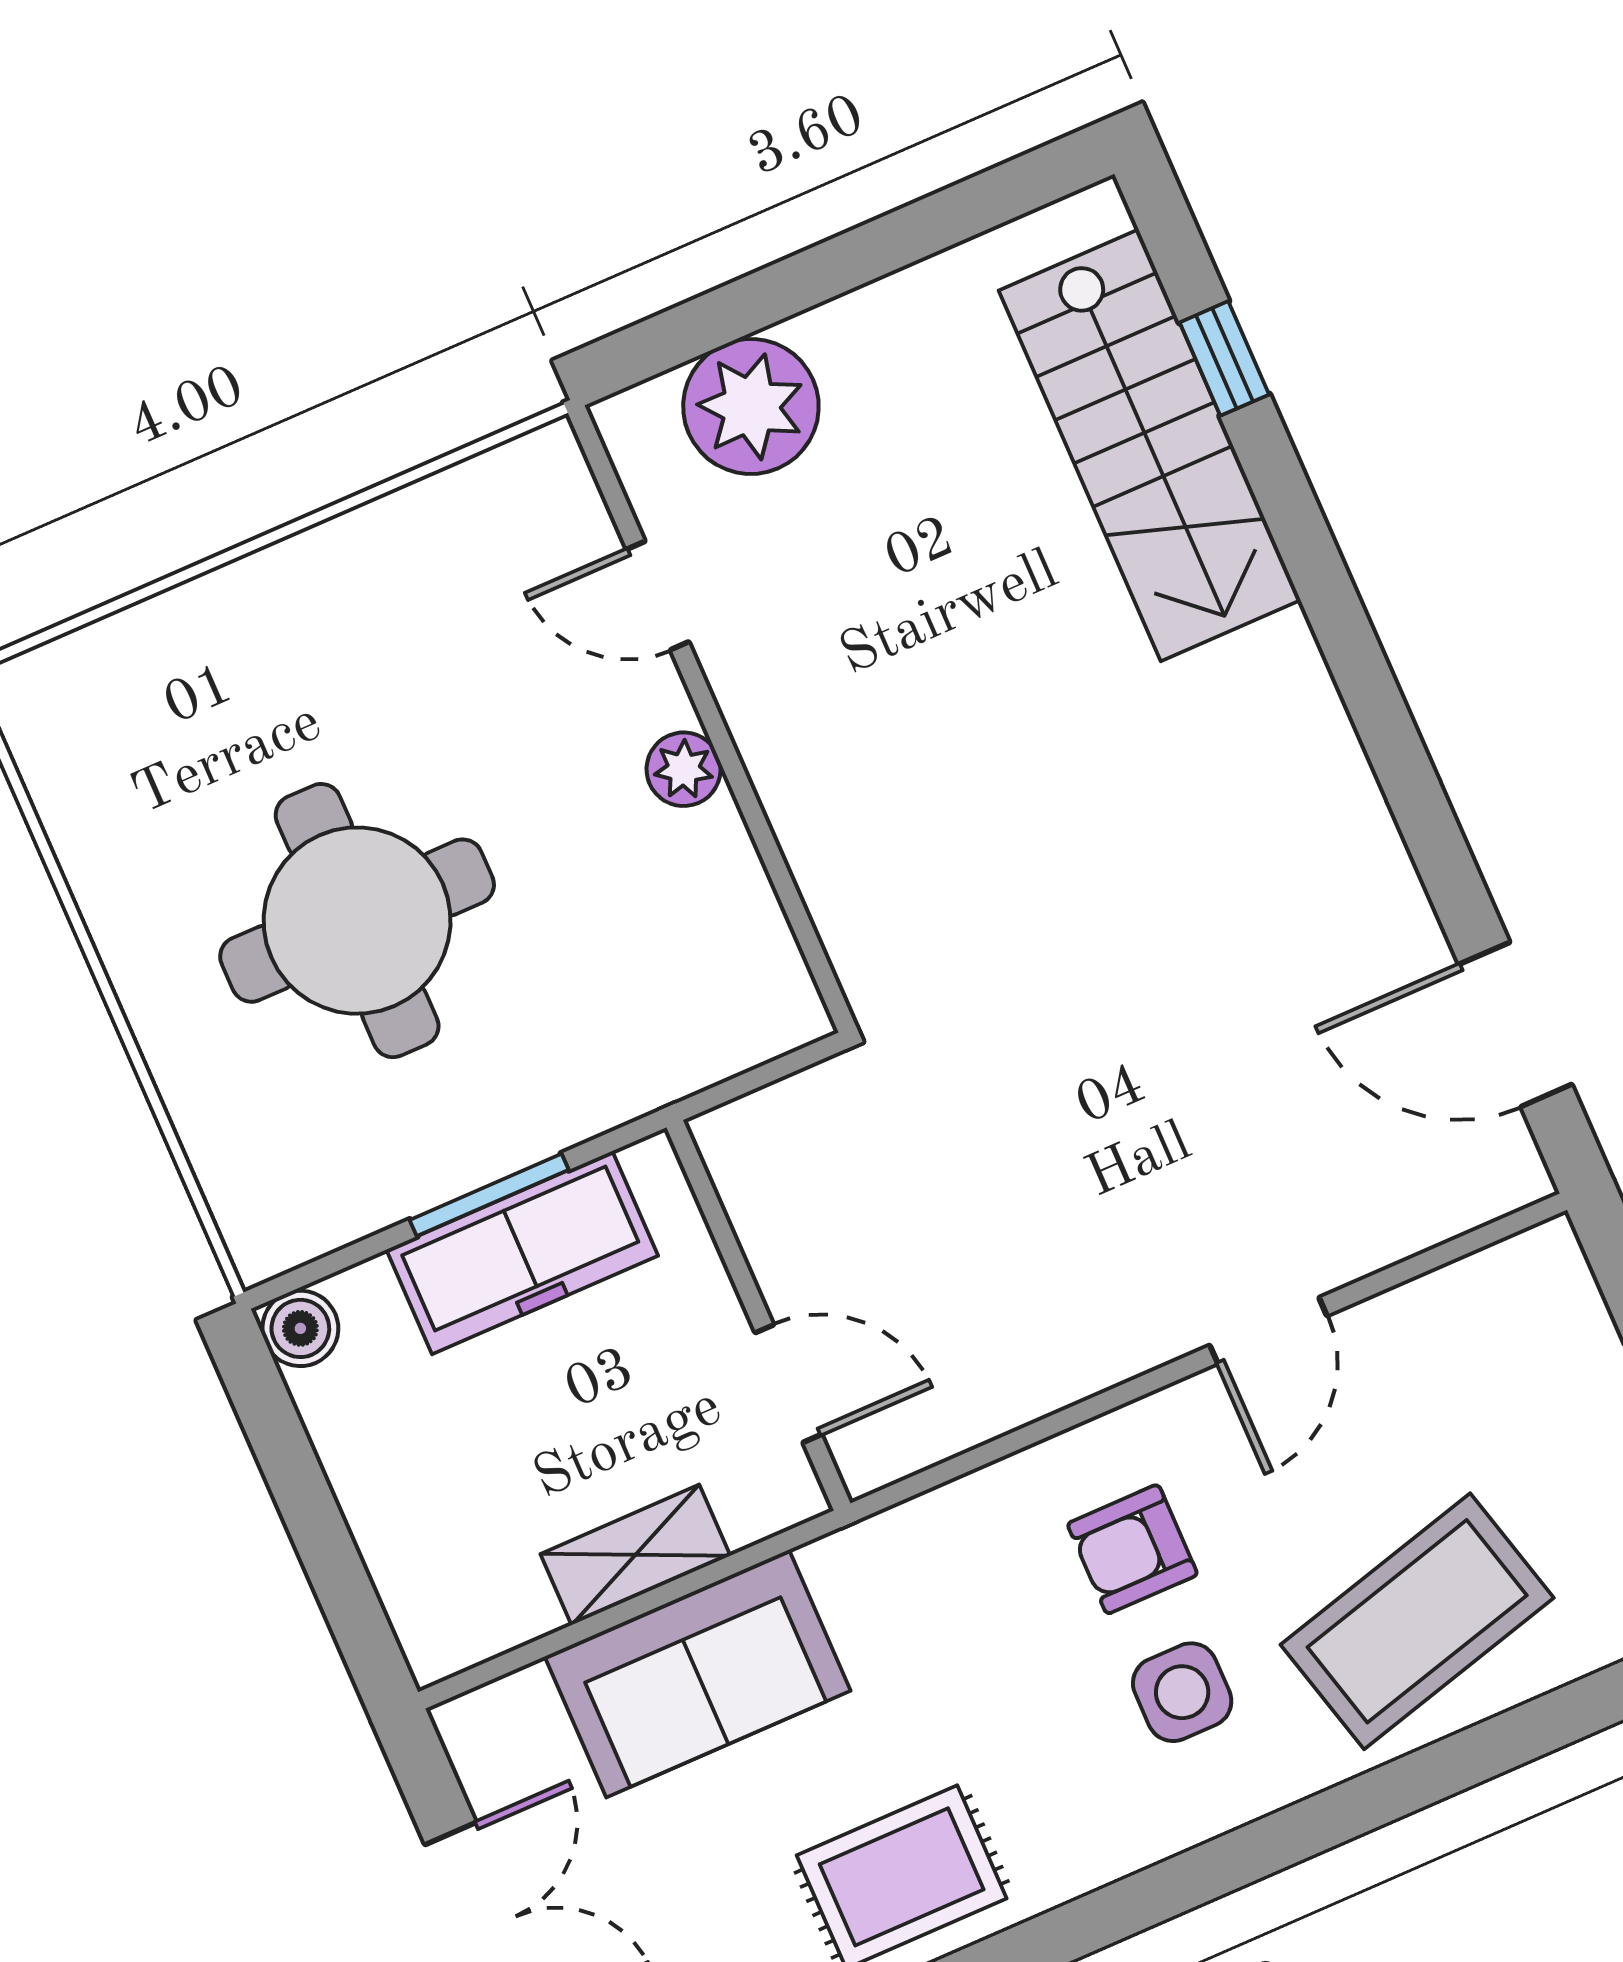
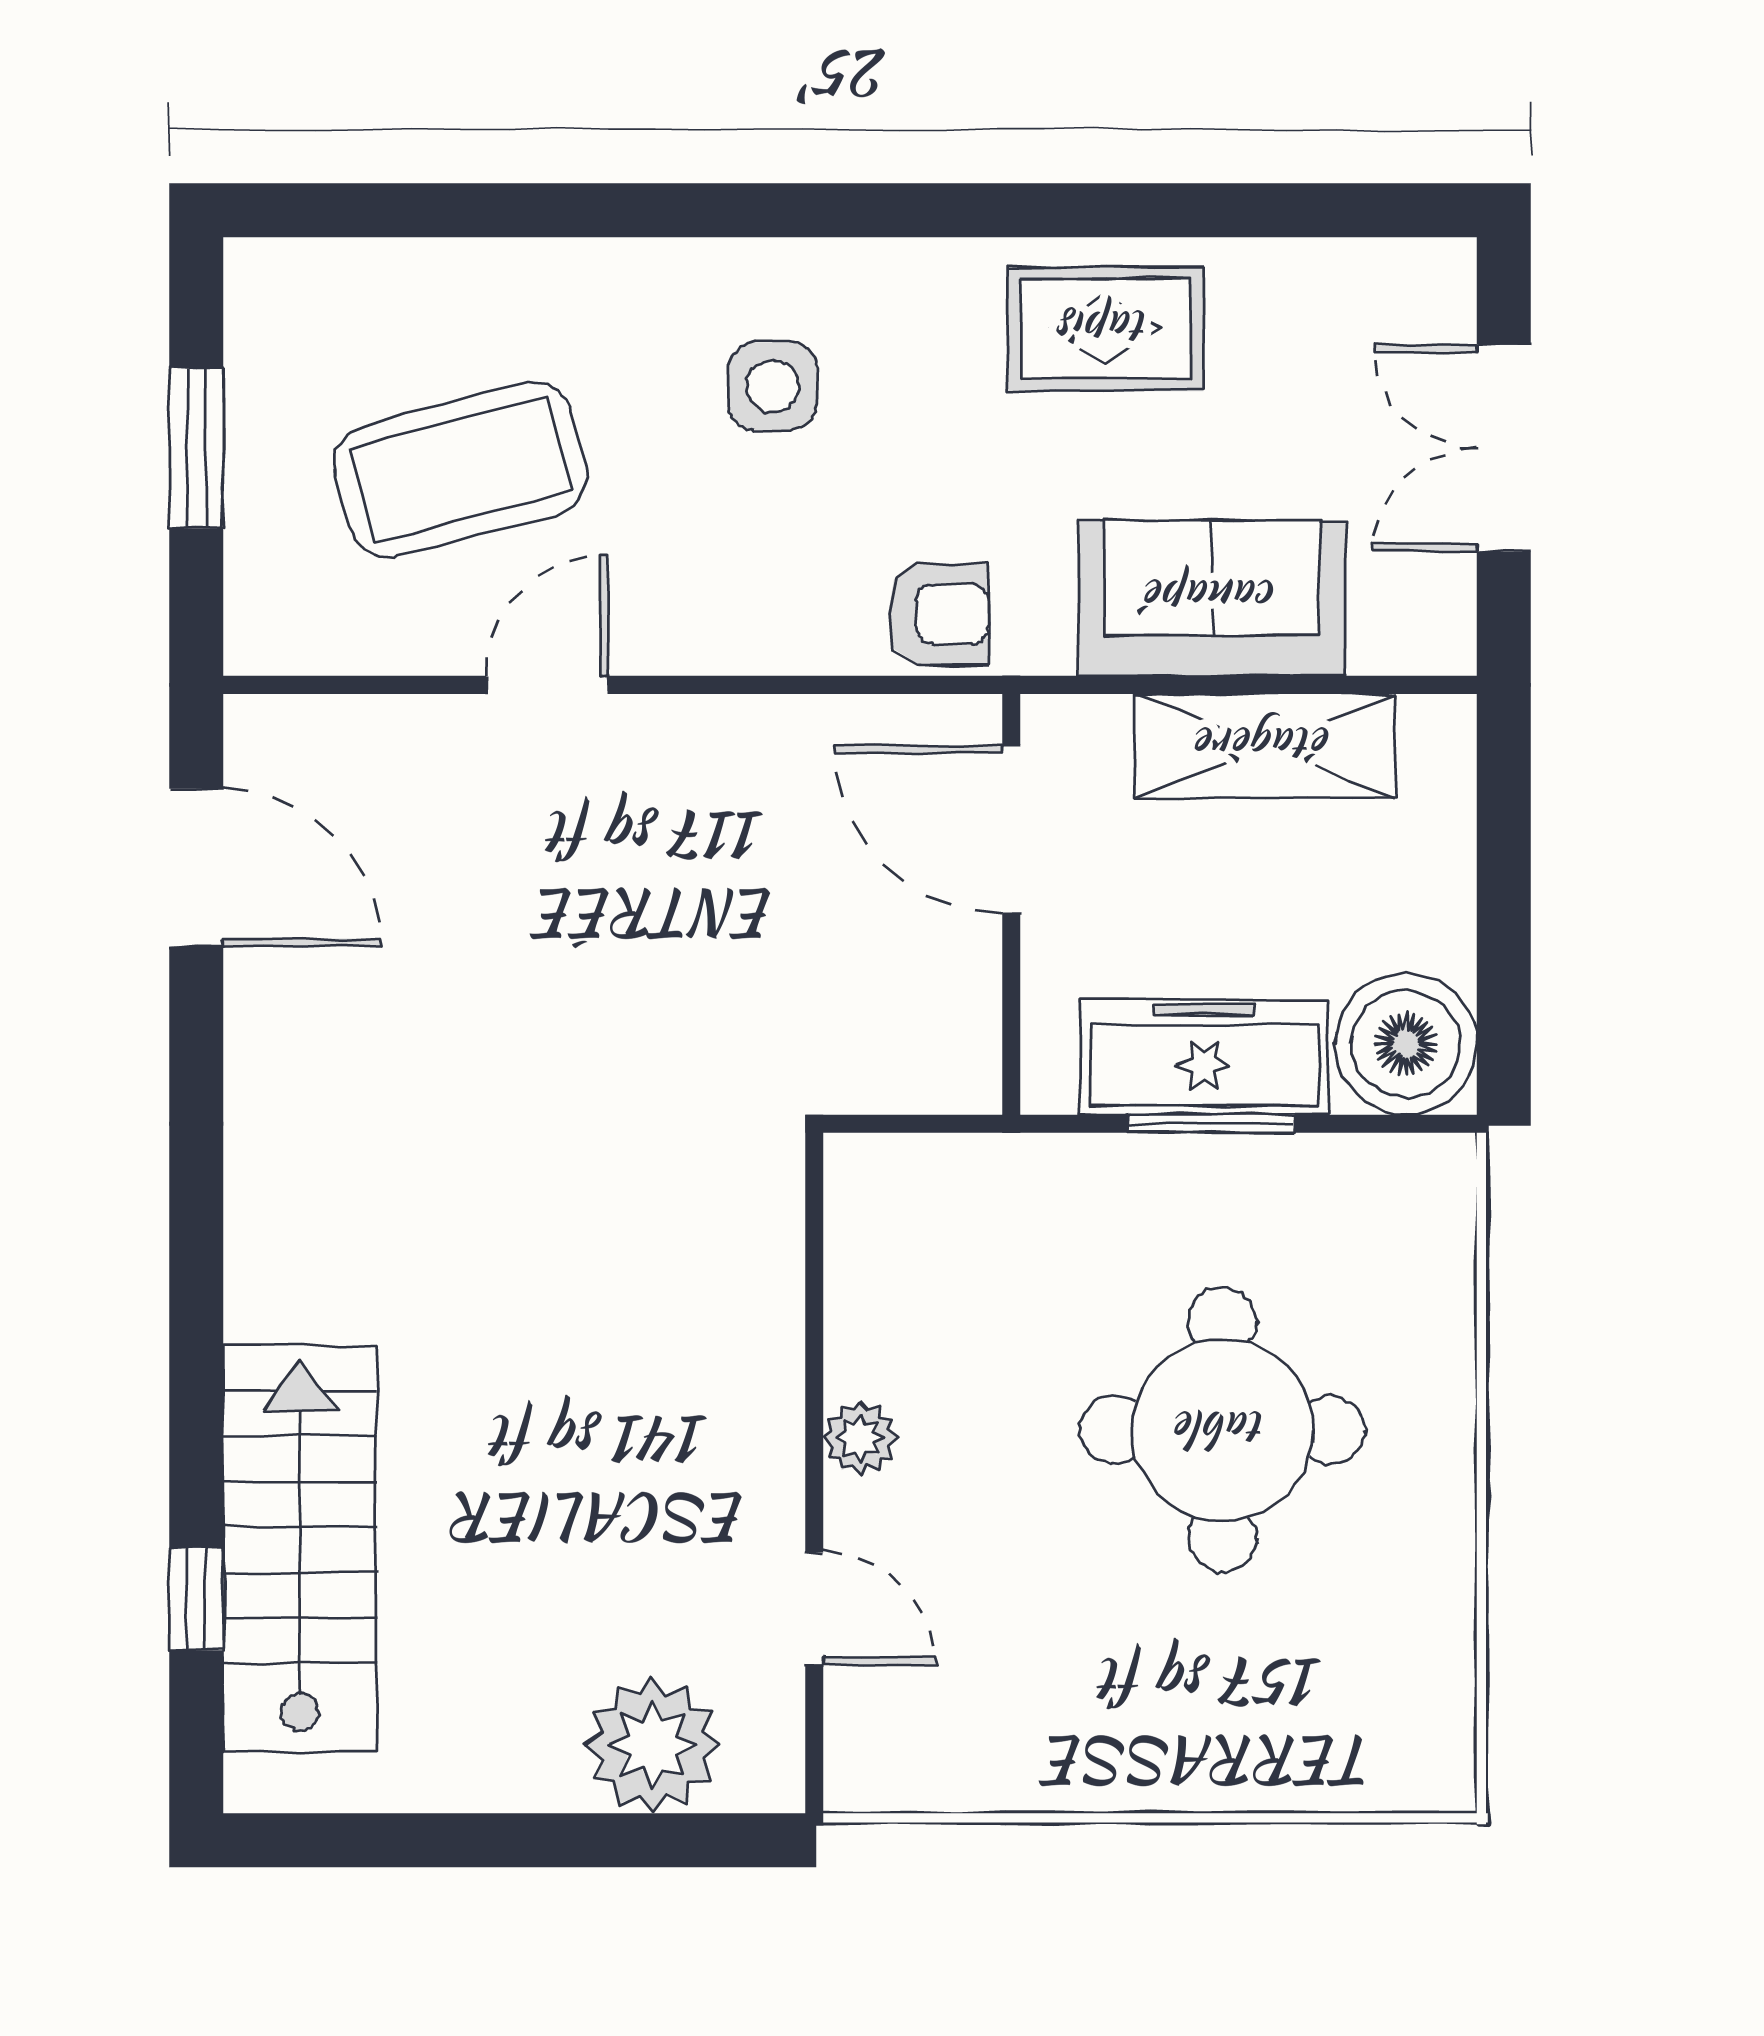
boiler: (300, 1328) -> (1406, 1044), width x1.86, depth x1.86
door: (788, 1384) -> (1011, 829), width x1.37
armchair: (1132, 1549) -> (938, 614), moved
shelving: (635, 1555) -> (1265, 746), width x1.50, depth x1.33
coffee table: (1417, 1621) -> (461, 470), moved

